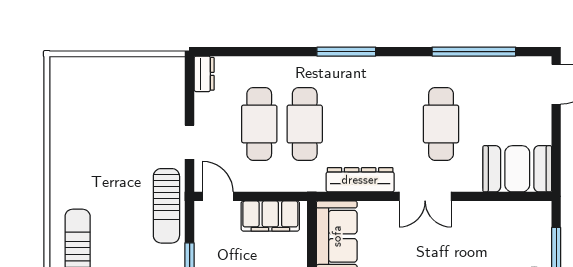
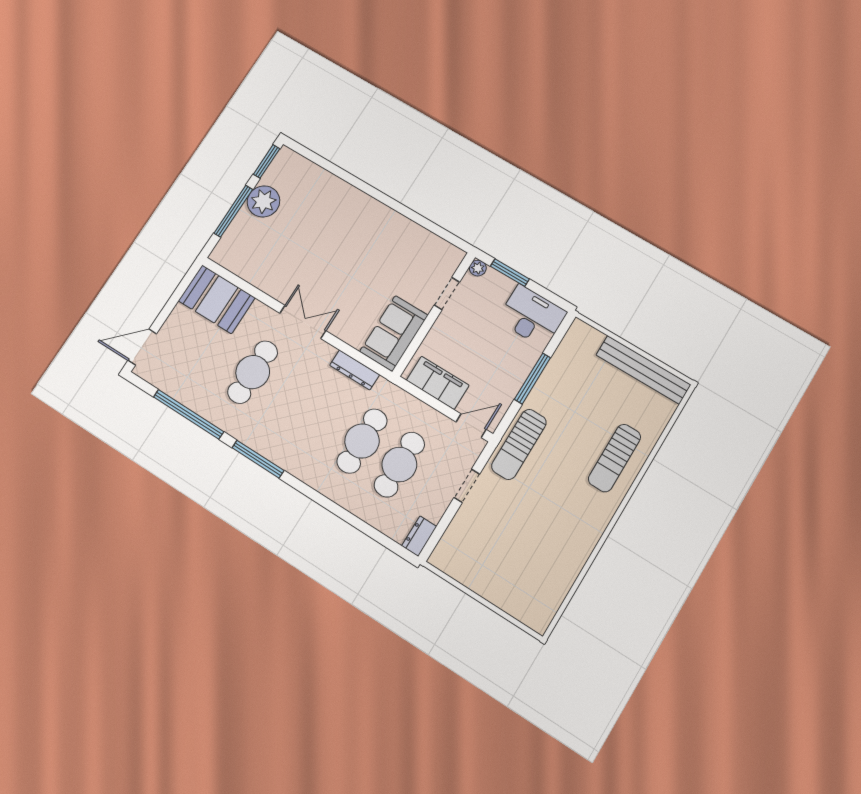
window: (346, 52) -> (258, 459), moved
dresser: (360, 180) -> (355, 370), width x0.73, depth x0.80
door: (218, 196) -> (471, 426), swing flipped
sun lounger: (166, 206) -> (519, 444), turned 180

